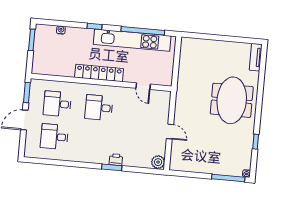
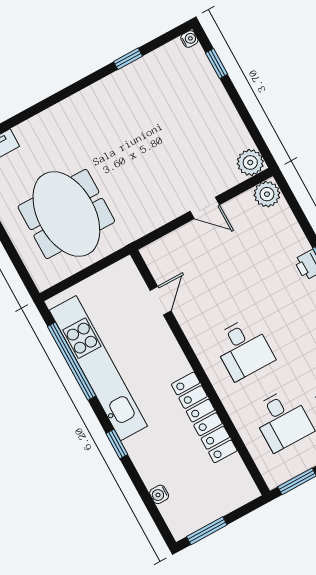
locker: (99, 73) -> (204, 417), moved
meeting table: (232, 100) -> (66, 214), moved, turned 90
door: (170, 132) -> (205, 208), swing flipped
plant: (176, 164) -> (250, 163), added
window: (228, 178) -> (217, 63), width x0.46

